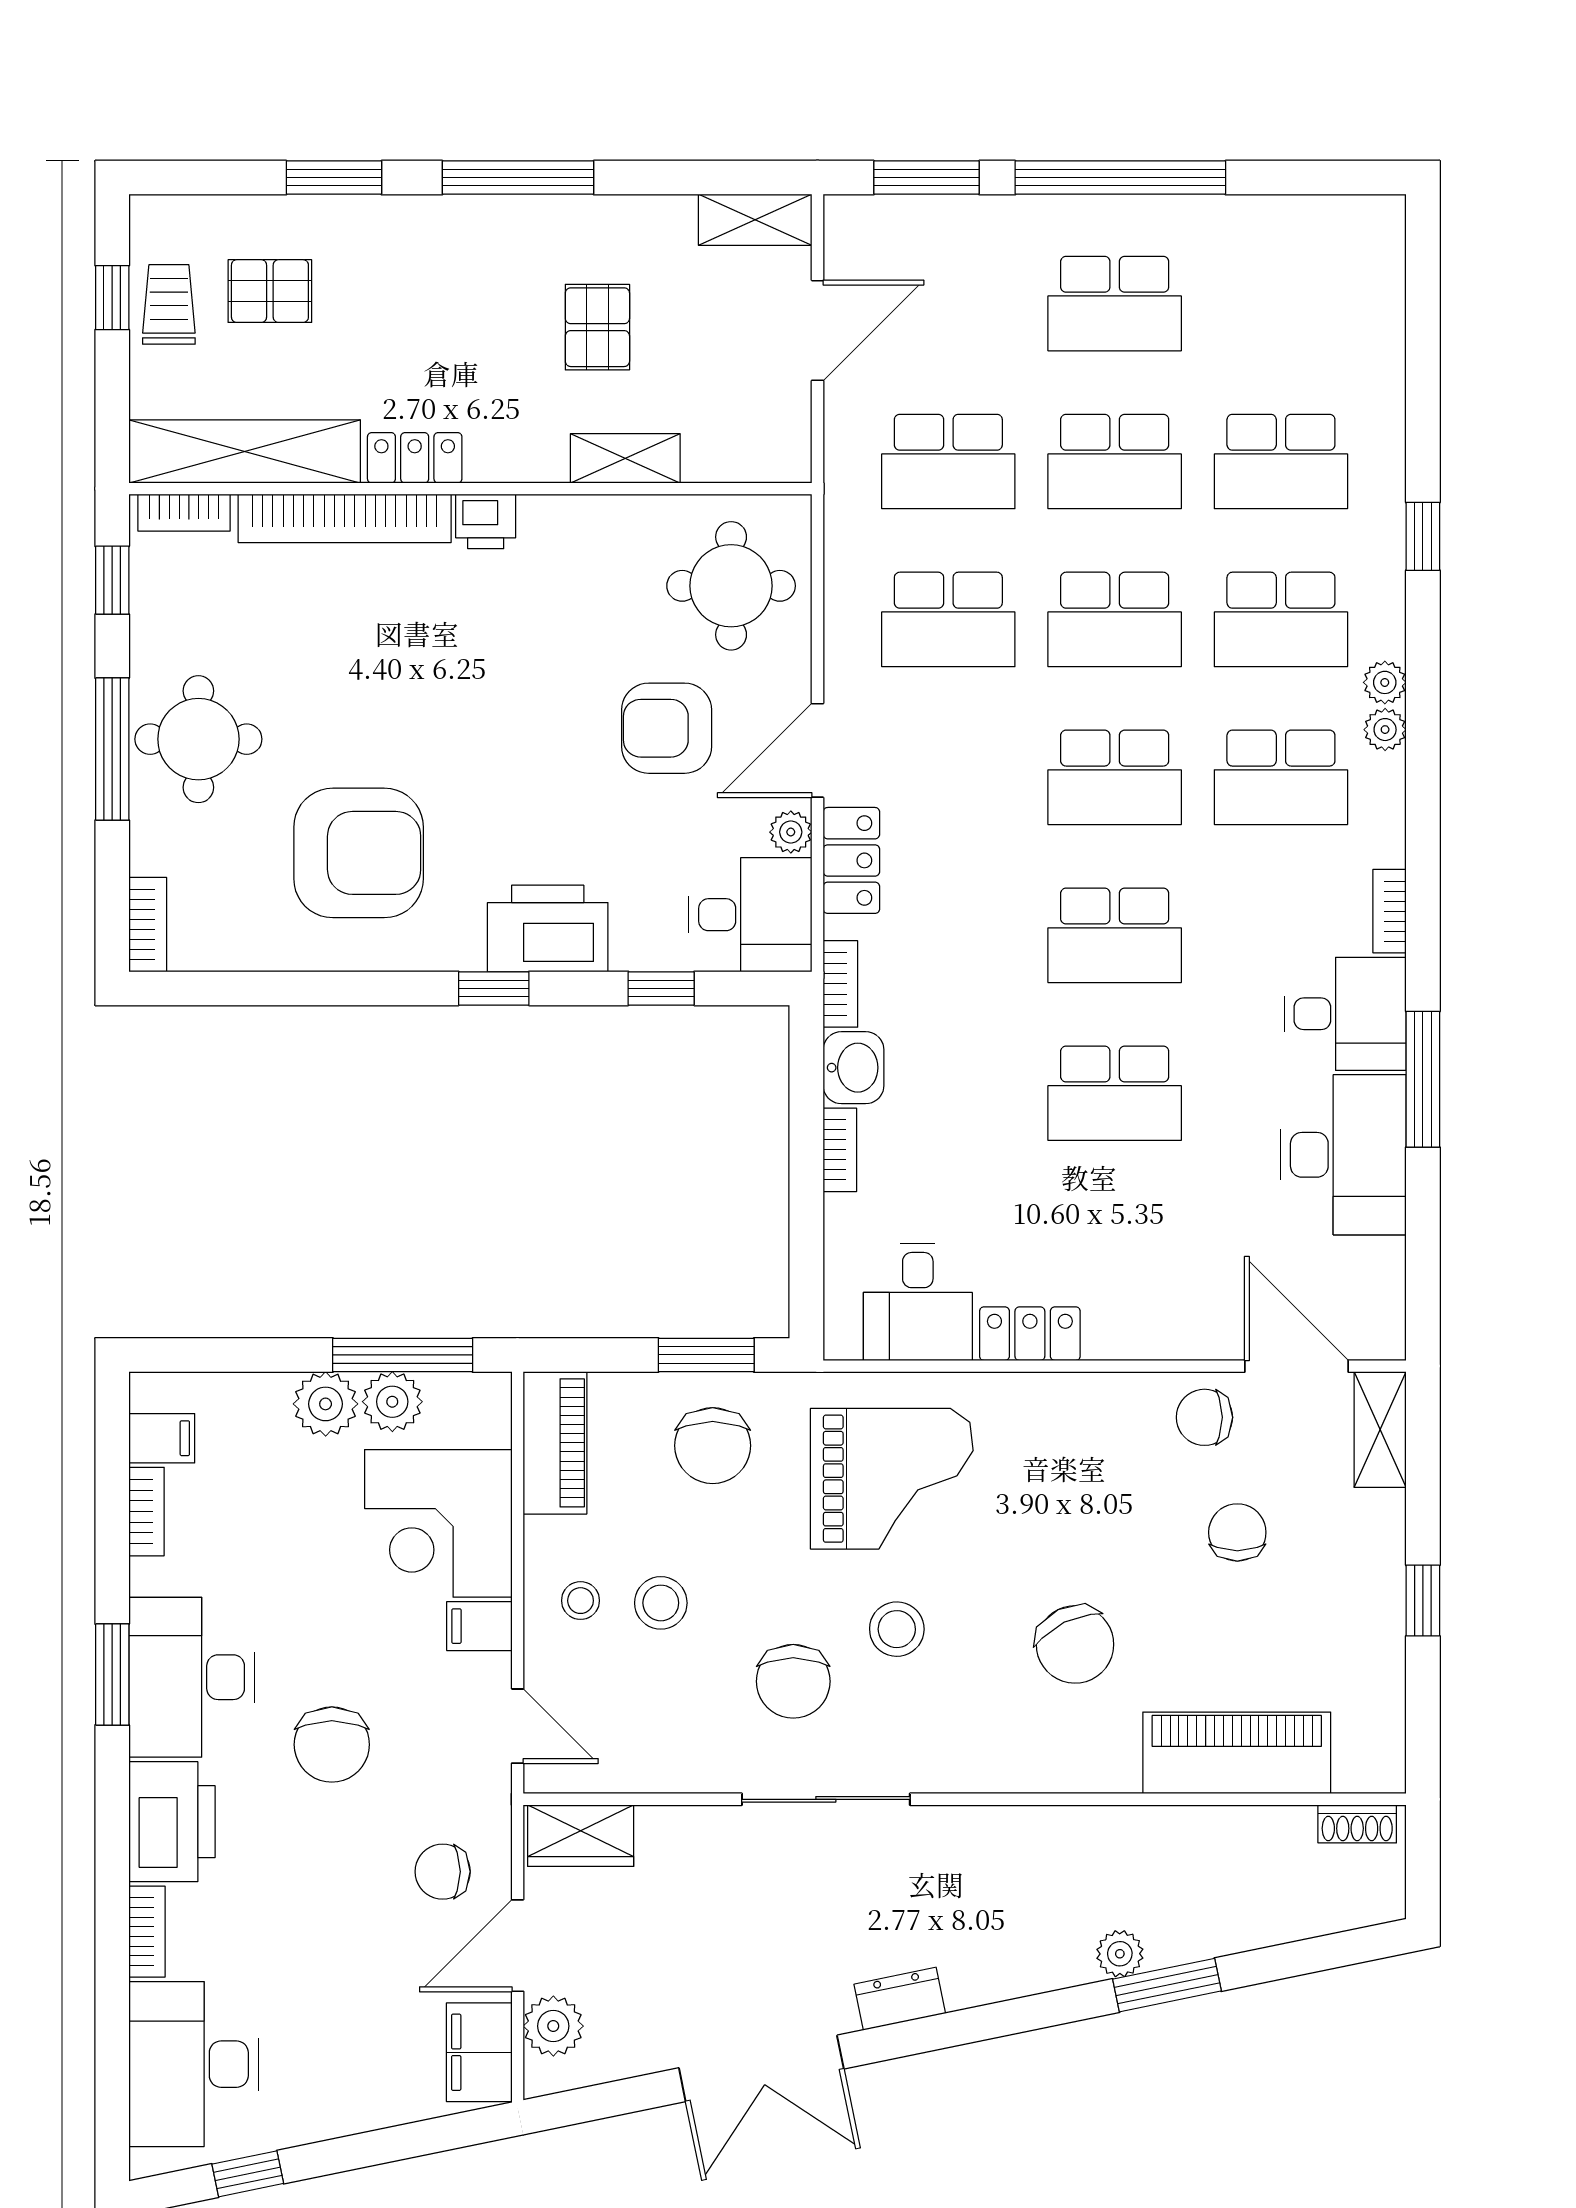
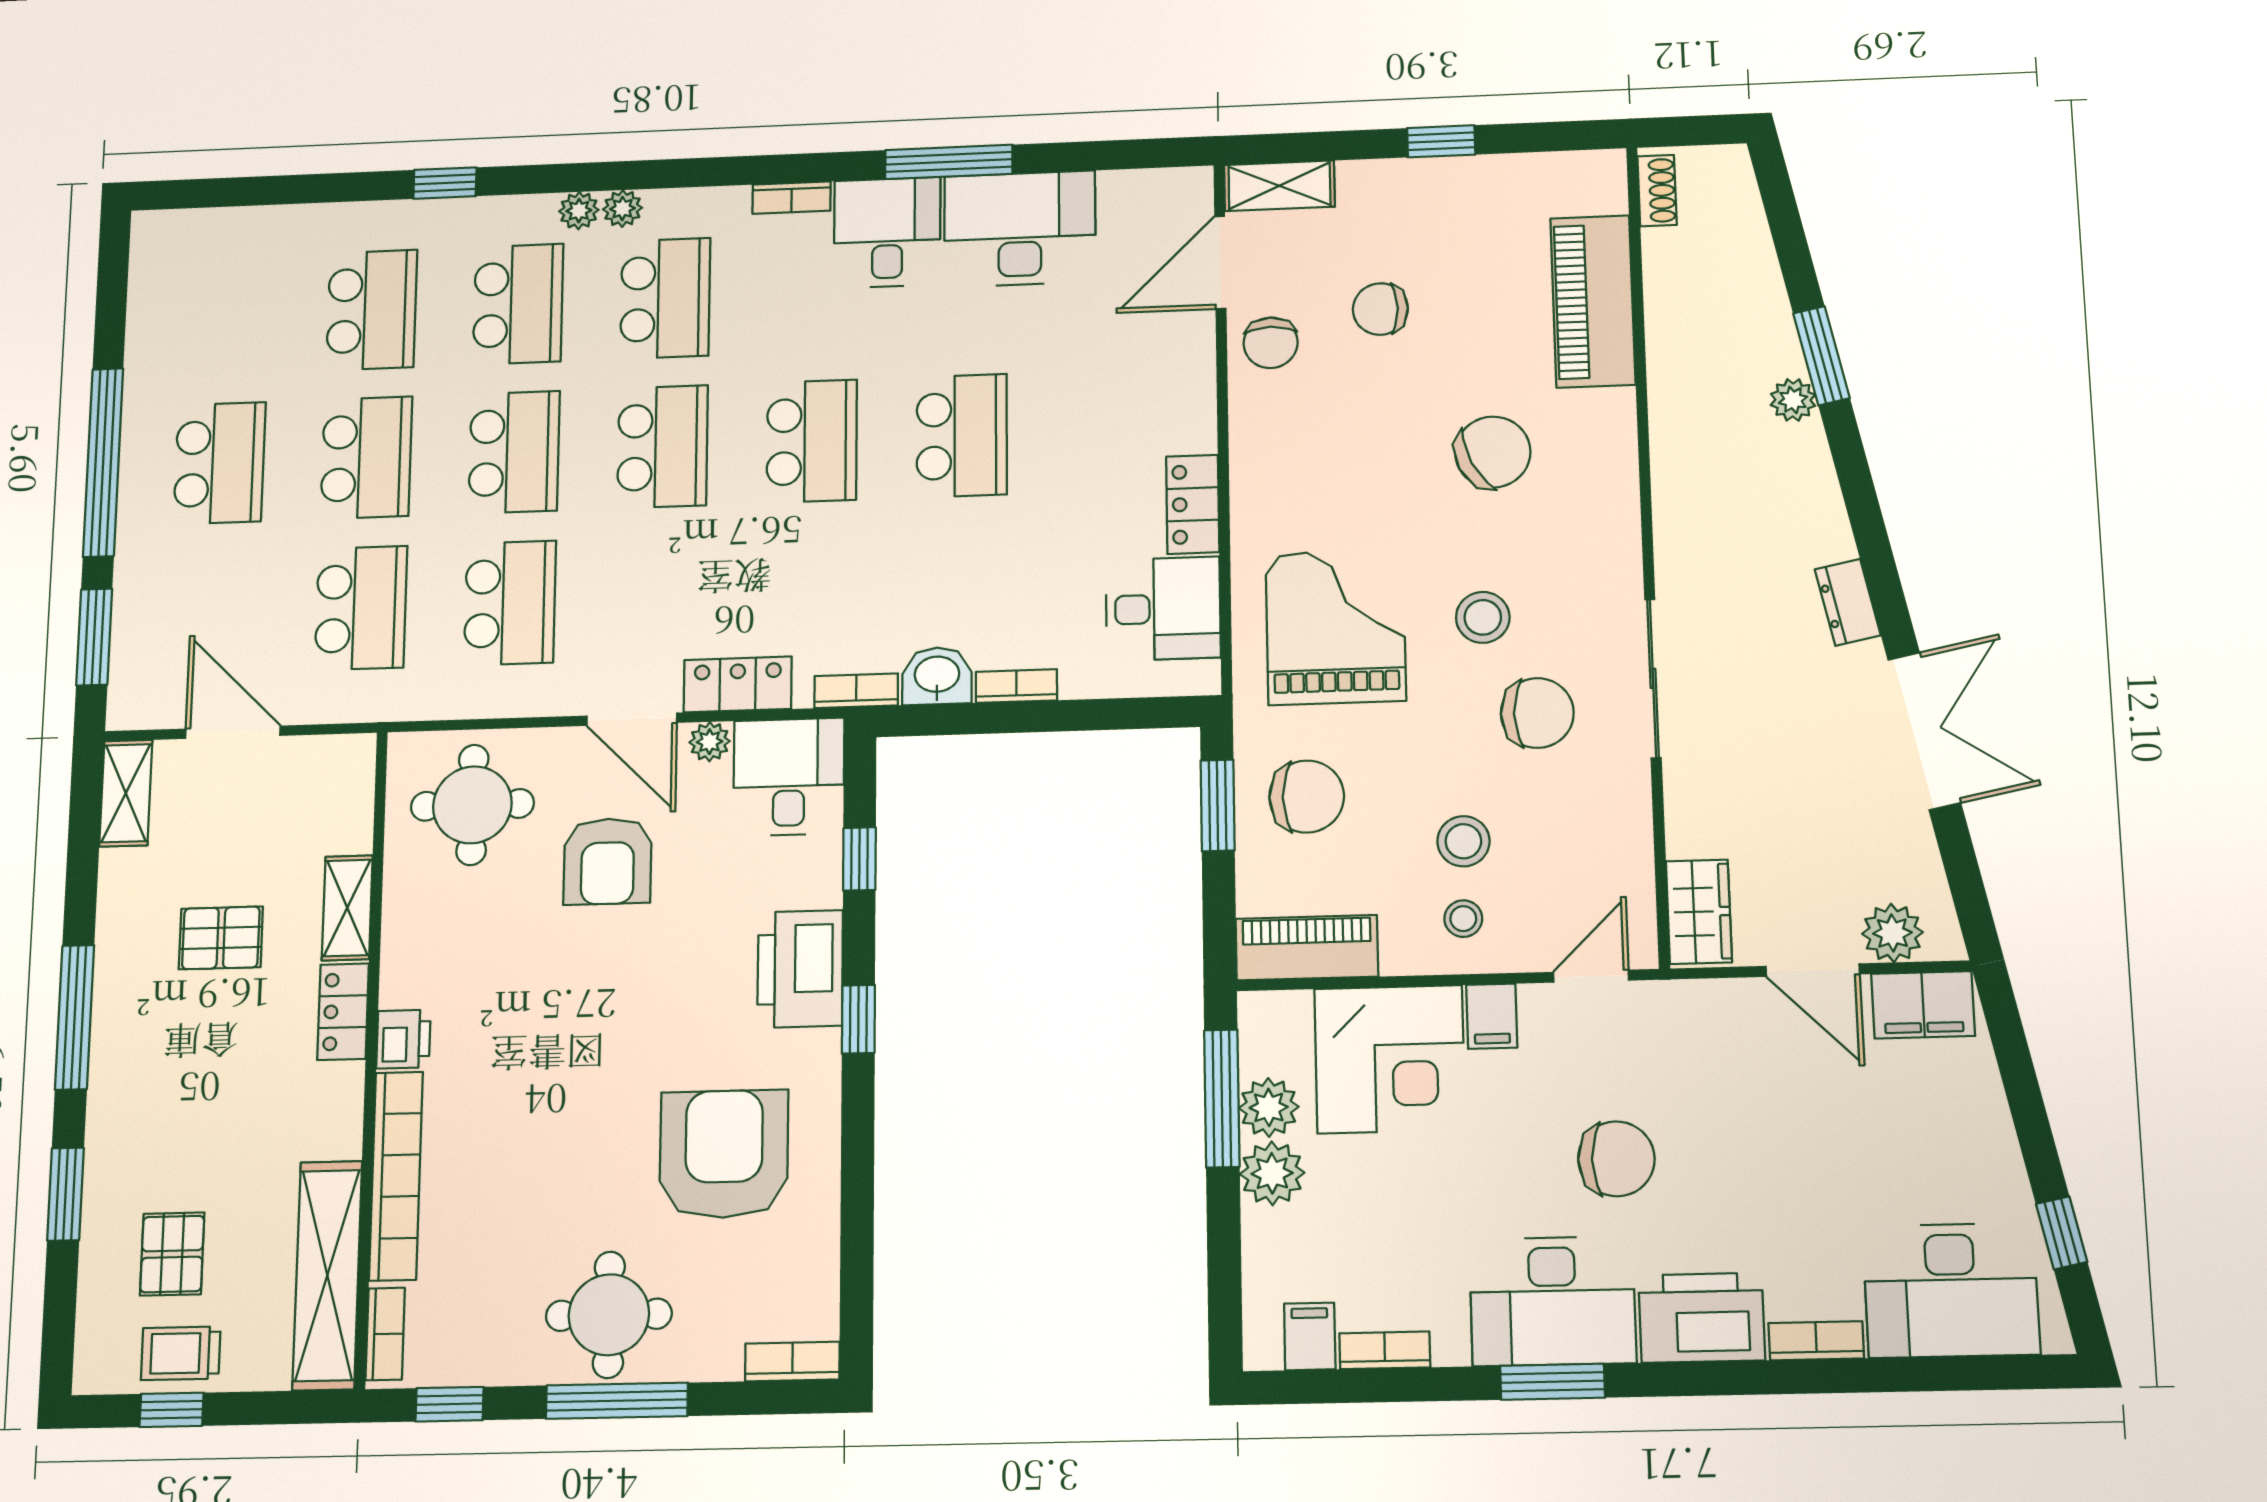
locker: (415, 458) -> (343, 1012), moved
chair: (443, 1872) -> (1741, 1046), removed

